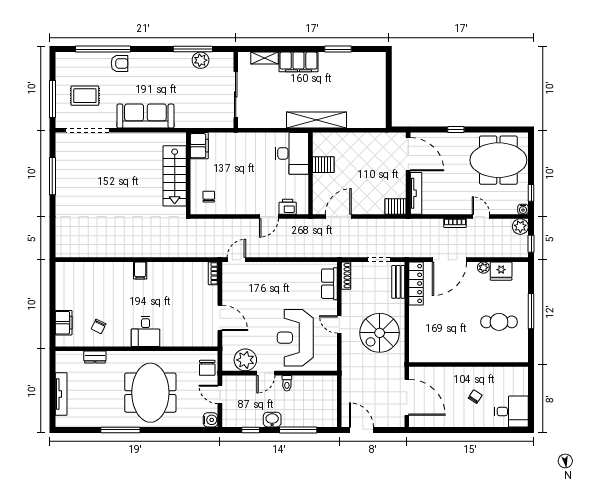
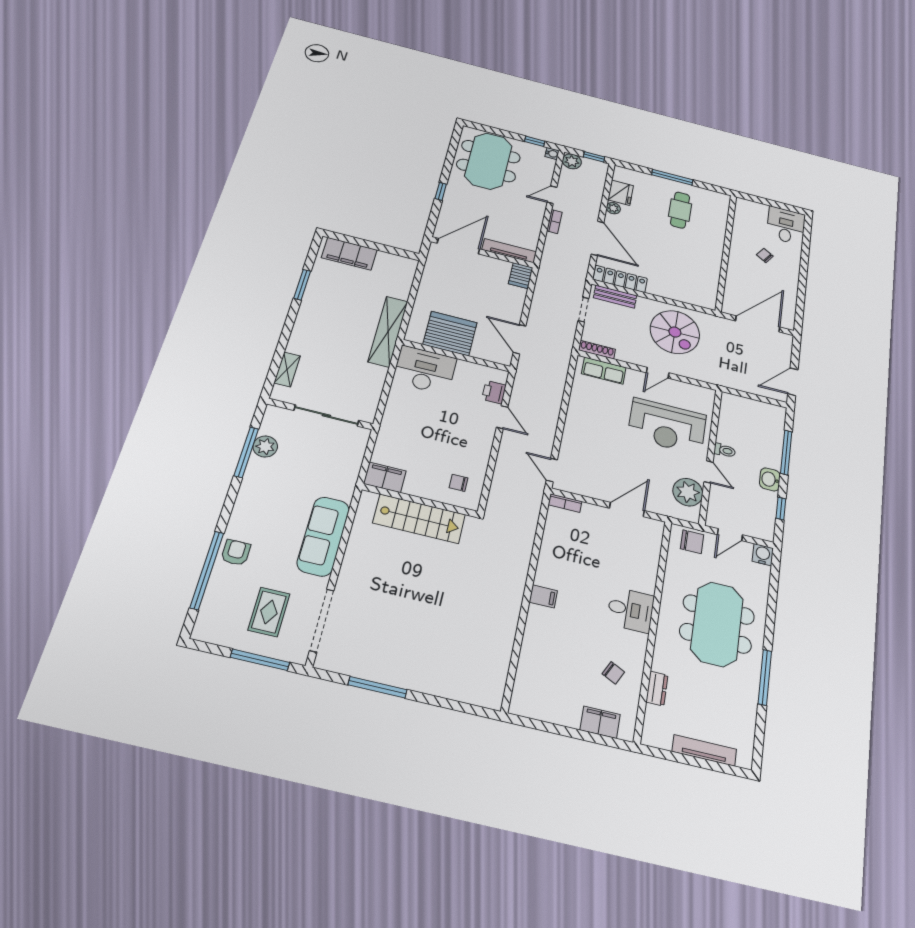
filing cabinet: (299, 62) -> (349, 254), moved, turned 90
server rack: (323, 165) -> (450, 334), width x2.18, depth x1.44
meeting table: (150, 393) -> (717, 624), turned 90

